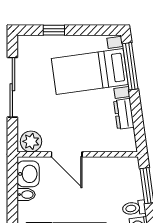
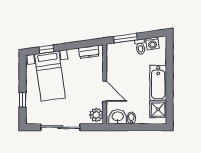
window: (130, 66) -> (47, 49), width x0.46
dresser: (124, 114) -> (89, 52), moved
door: (67, 154) -> (105, 91), hinge flipped

